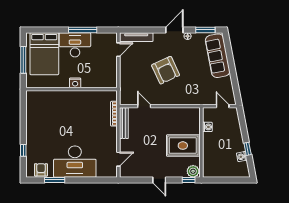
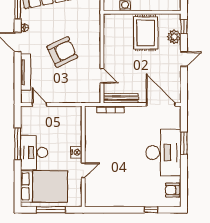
tv unit: (136, 37) -> (26, 72), moved
door: (59, 89) -> (83, 170), added
door: (144, 106) -> (102, 76), swing flipped
door: (118, 159) -> (161, 104), width x1.88
plant: (193, 171) -> (174, 37), moved
window: (55, 180) -> (184, 143), moved

